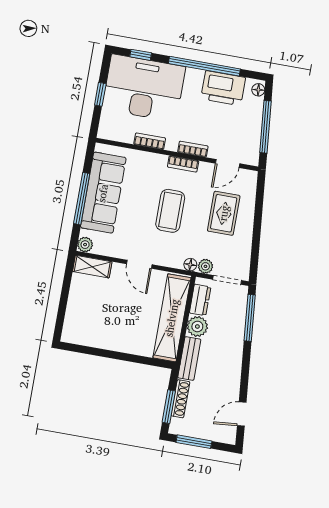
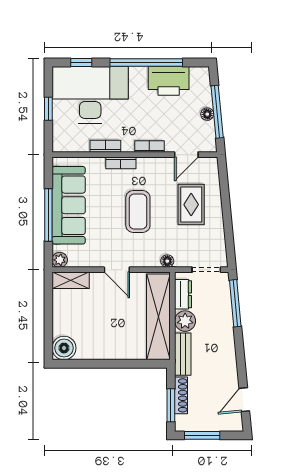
floor lamp: (258, 90) -> (207, 114), moved
bookcase: (183, 164) -> (121, 163), moved
plant: (205, 266) -> (183, 260), removed
boiler: (74, 332) -> (64, 348), added

